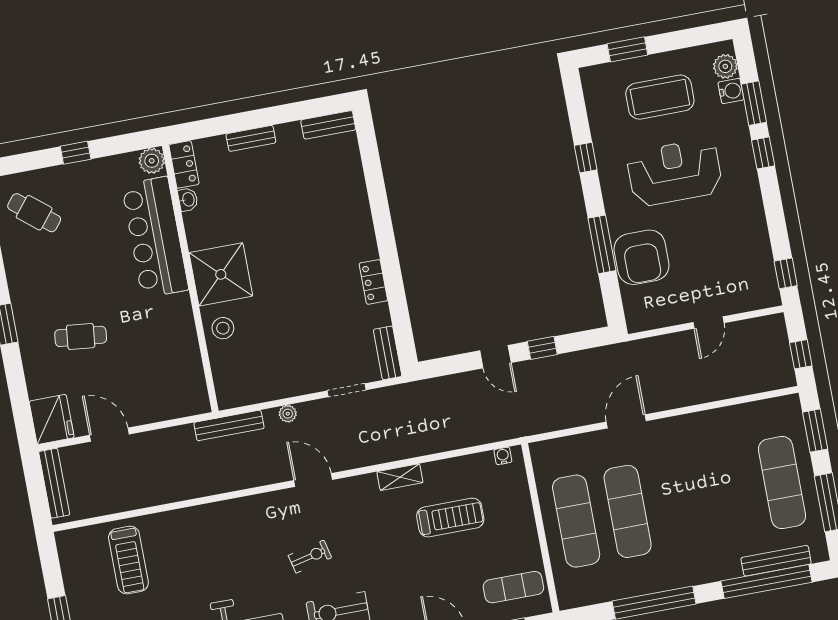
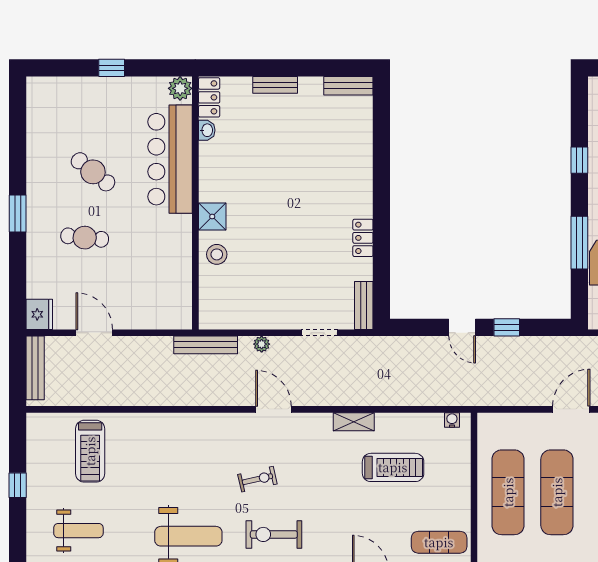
cafe table: (34, 213) -> (93, 172), moved
shower: (221, 274) -> (212, 217), width x0.54, depth x0.54
fridge: (52, 419) -> (39, 314), width x0.73, depth x0.75

